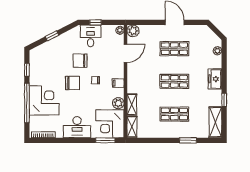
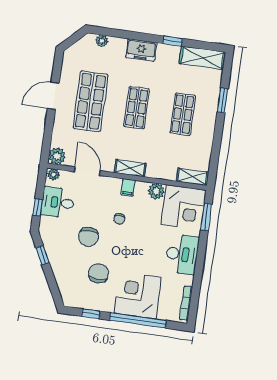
window: (52, 36) -> (42, 255), moved
desk: (91, 36) -> (58, 203), moved
shop shelf: (174, 49) -> (90, 101), width x1.43, depth x1.36
chair: (72, 83) -> (98, 273), moved
shelving: (132, 105) -> (130, 168), moved

